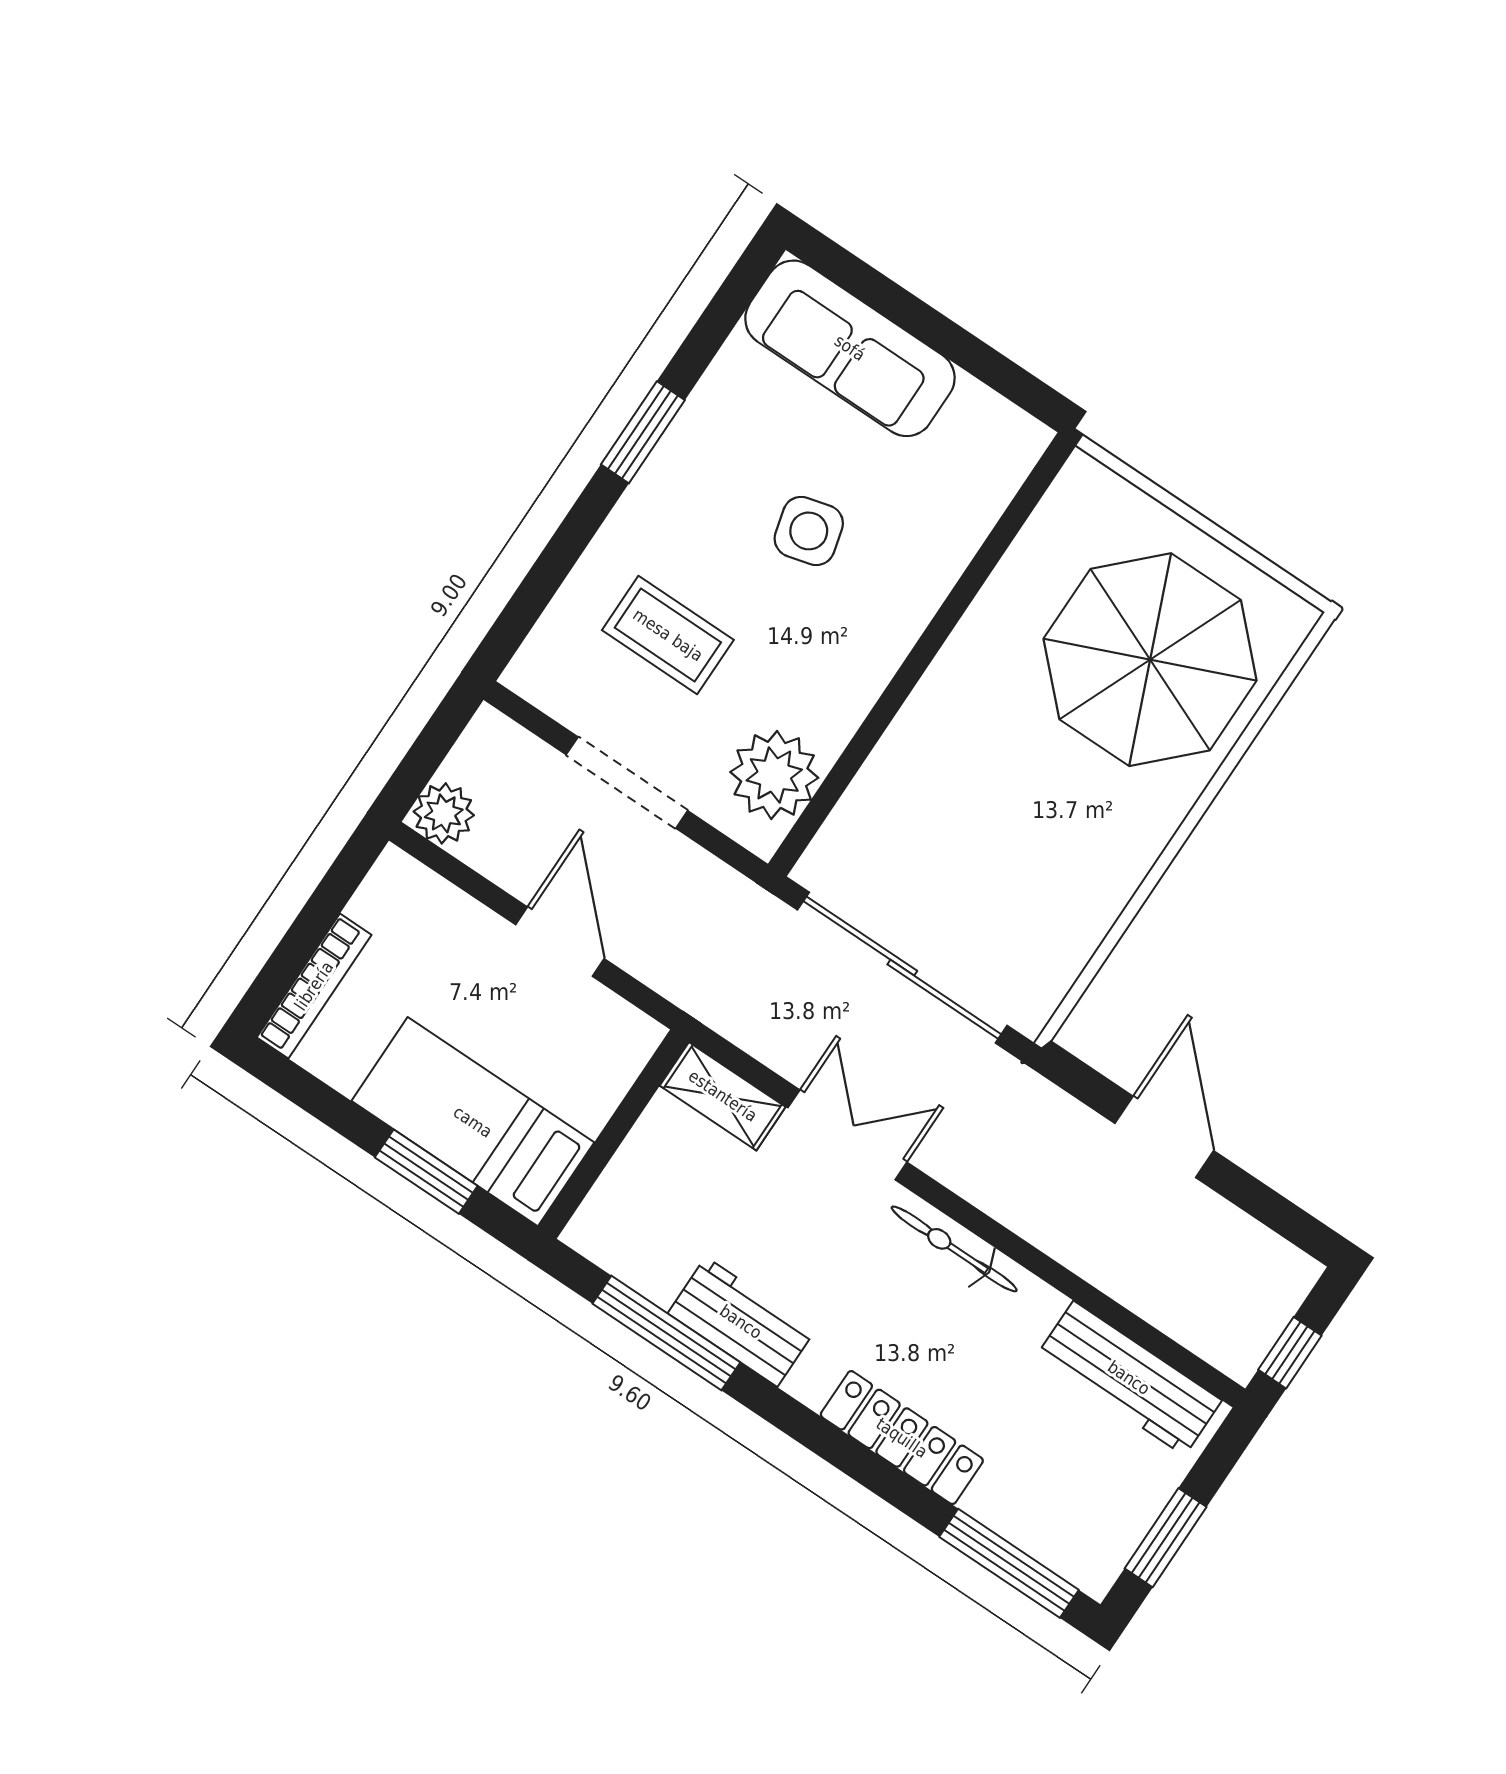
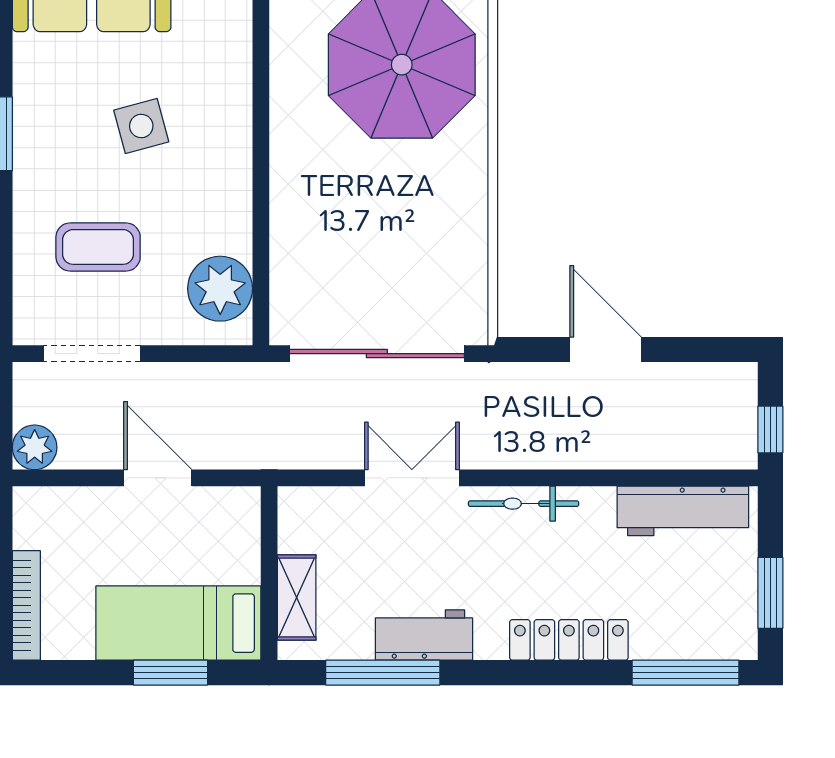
doorway: (627, 783) -> (92, 354), moved
shelving: (723, 1096) -> (297, 598), moved, turned 90

